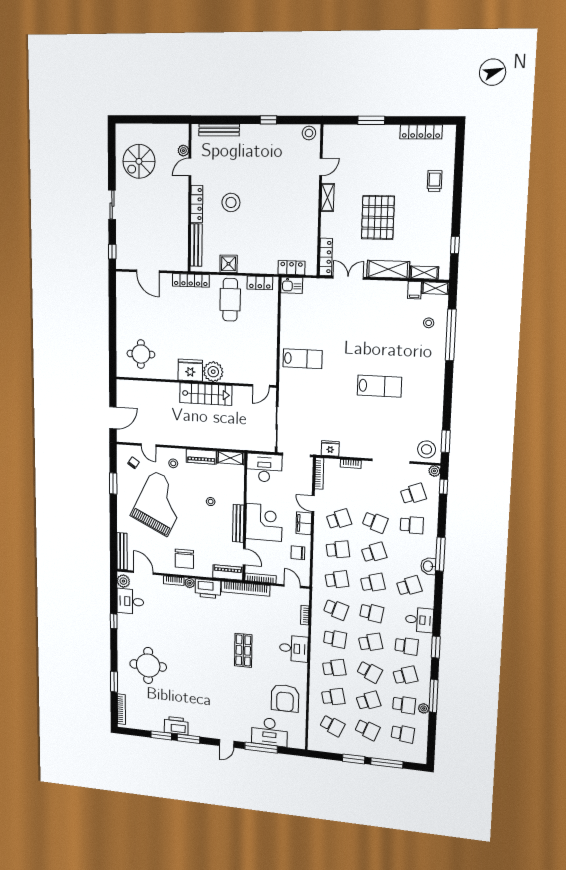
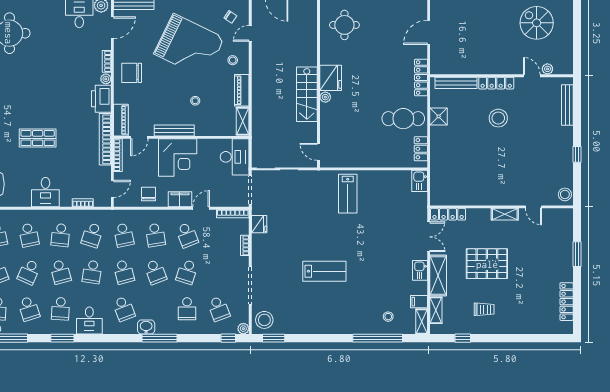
trolley: (434, 181) -> (484, 309), moved
locker: (291, 268) -> (437, 180), removed
kitchen sink: (382, 288) -> (420, 270), added
plant: (213, 372) -> (325, 97), width x0.53, depth x0.53
lab bench: (379, 386) -> (324, 271), turned -90

